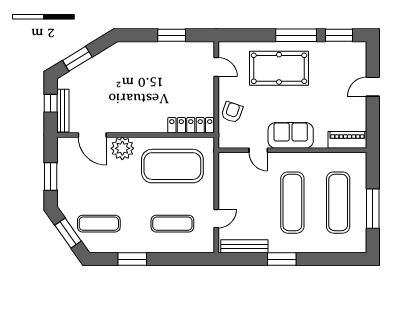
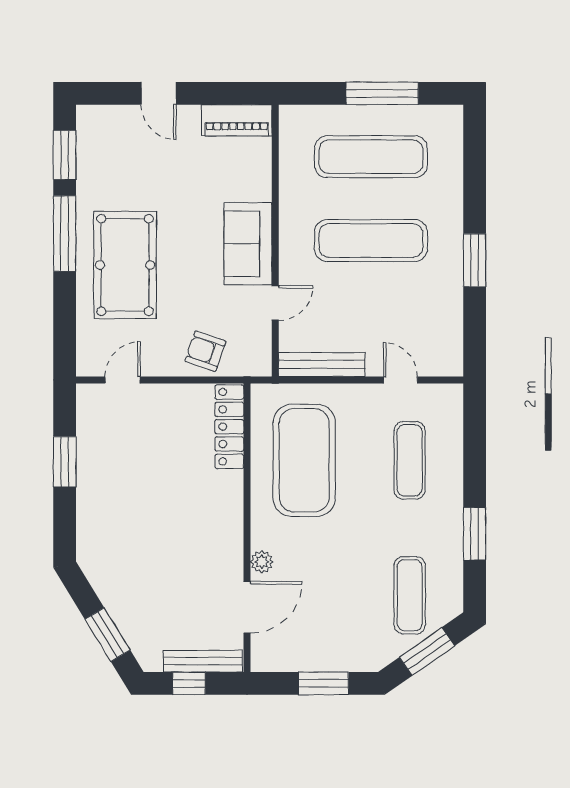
piano: (347, 140) -> (237, 120), moved, turned -90
plant: (122, 148) -> (262, 562), width x0.53, depth x0.53
bench: (244, 246) -> (322, 364), moved, turned 90

